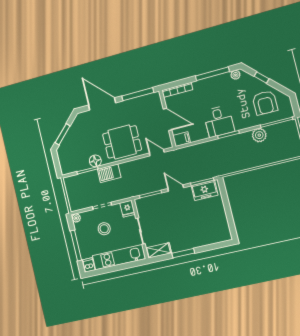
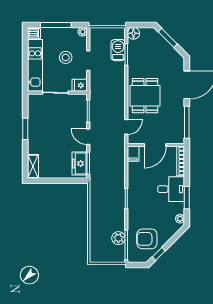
window: (212, 74) -> (187, 198), width x0.69
window: (262, 78) -> (159, 254), moved
desk: (219, 121) -> (171, 189), moved, turned 180
plant: (259, 135) -> (118, 238), moved
floor lamp: (95, 161) -> (133, 33), moved
barbecue: (109, 173) -> (118, 50), moved
door: (176, 188) -> (88, 137), swing flipped
shelving: (159, 250) -> (33, 166), moved

